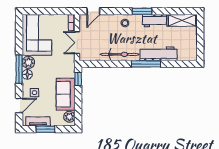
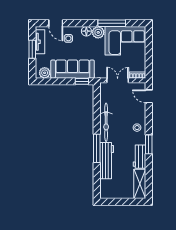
window: (19, 69) -> (112, 23), moved
sofa: (66, 94) -> (73, 69), width x1.36

